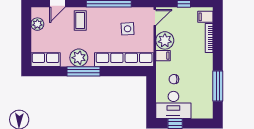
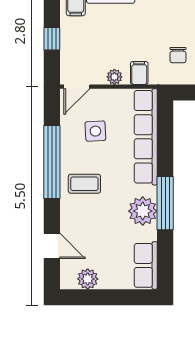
door: (155, 17) -> (77, 87), swing flipped
coffee table: (80, 21) -> (84, 184), moved
plant: (165, 40) -> (114, 77), width x0.53, depth x0.53

